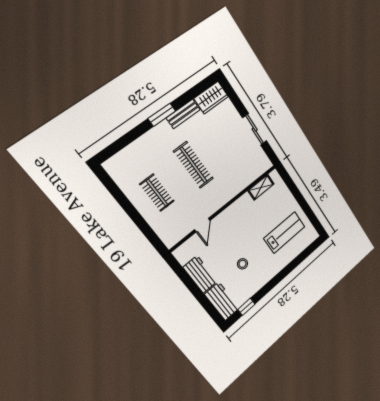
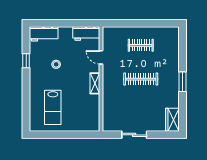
bench: (183, 114) -> (175, 95), removed
shelving: (261, 187) -> (95, 83), moved
workbench: (200, 274) -> (86, 33), moved
window: (246, 307) -> (26, 61), moved

